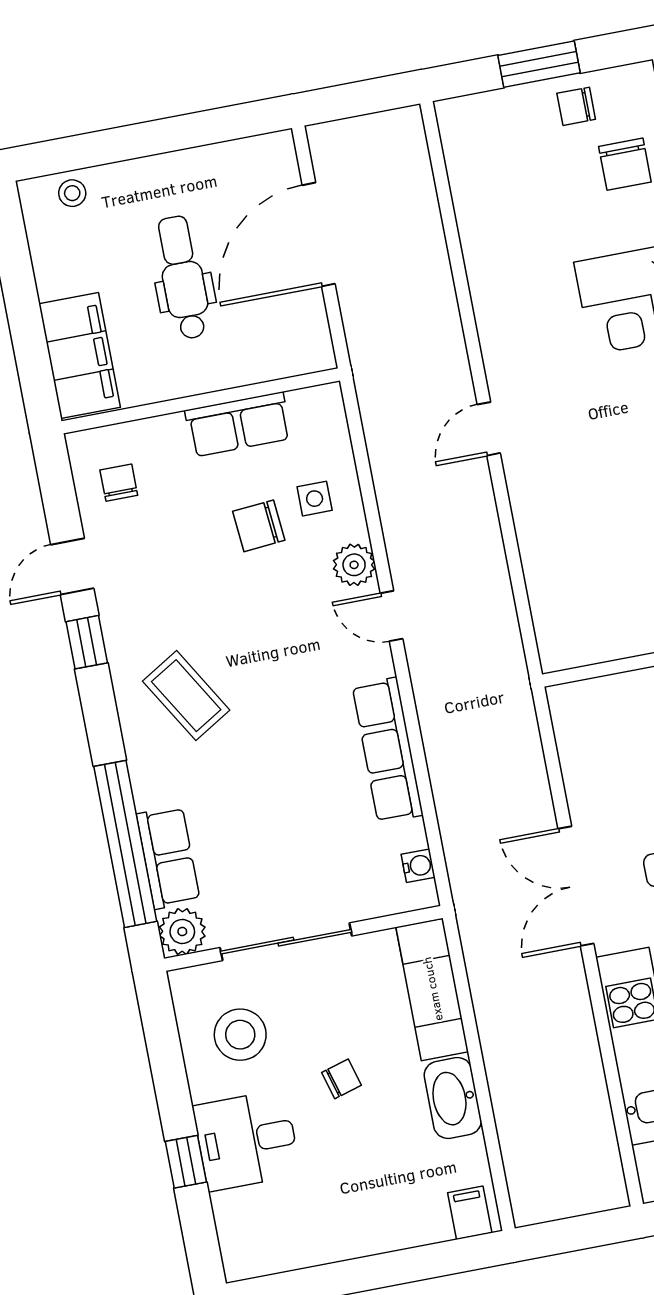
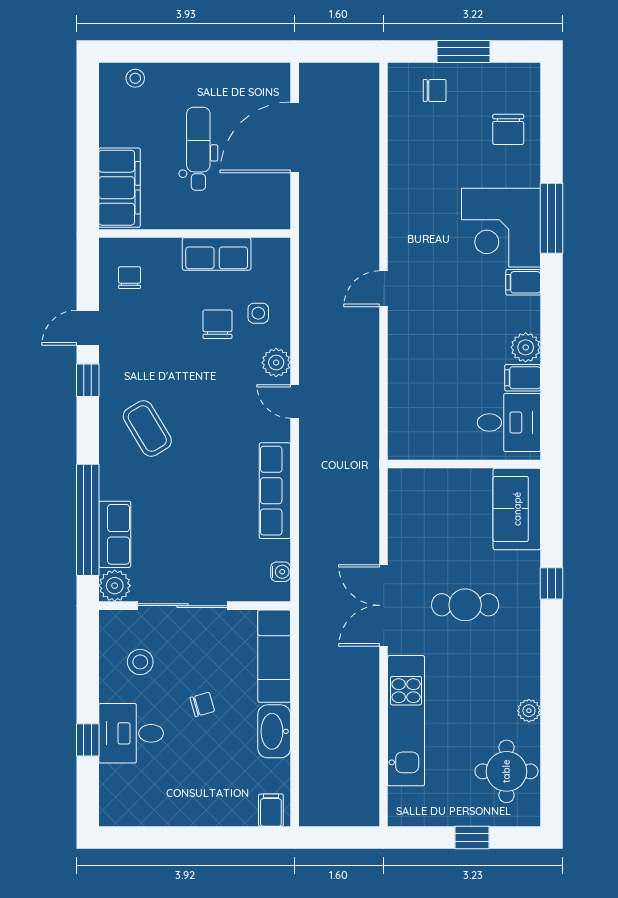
chair: (576, 106) -> (435, 91), moved, turned 180
chair: (259, 526) -> (217, 324), turned 95
stool: (240, 1035) -> (140, 662), width x0.73, depth x0.73

